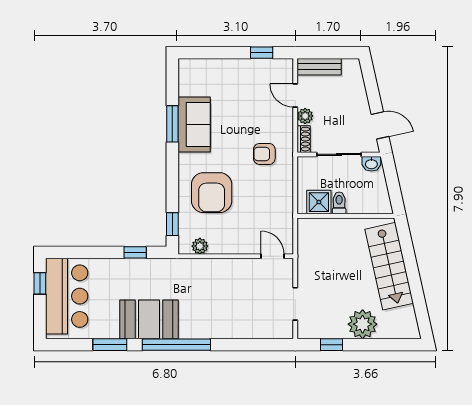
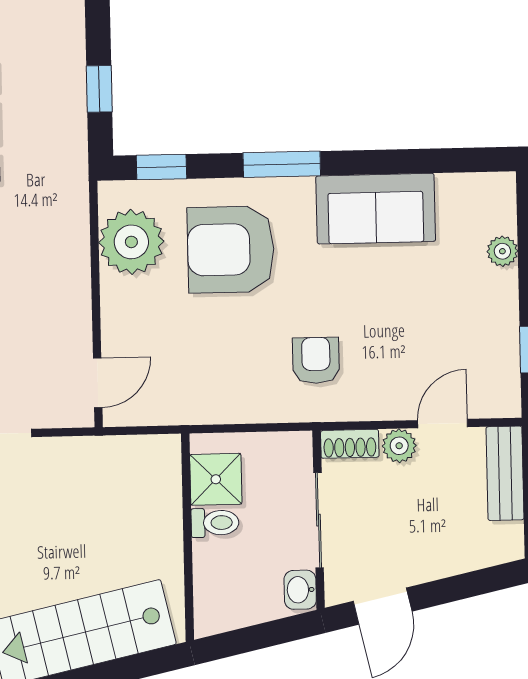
plant: (215, 66) -> (502, 251), added
window: (172, 124) -> (282, 164), moved
plant: (200, 246) -> (131, 242), width x1.87, depth x1.87

